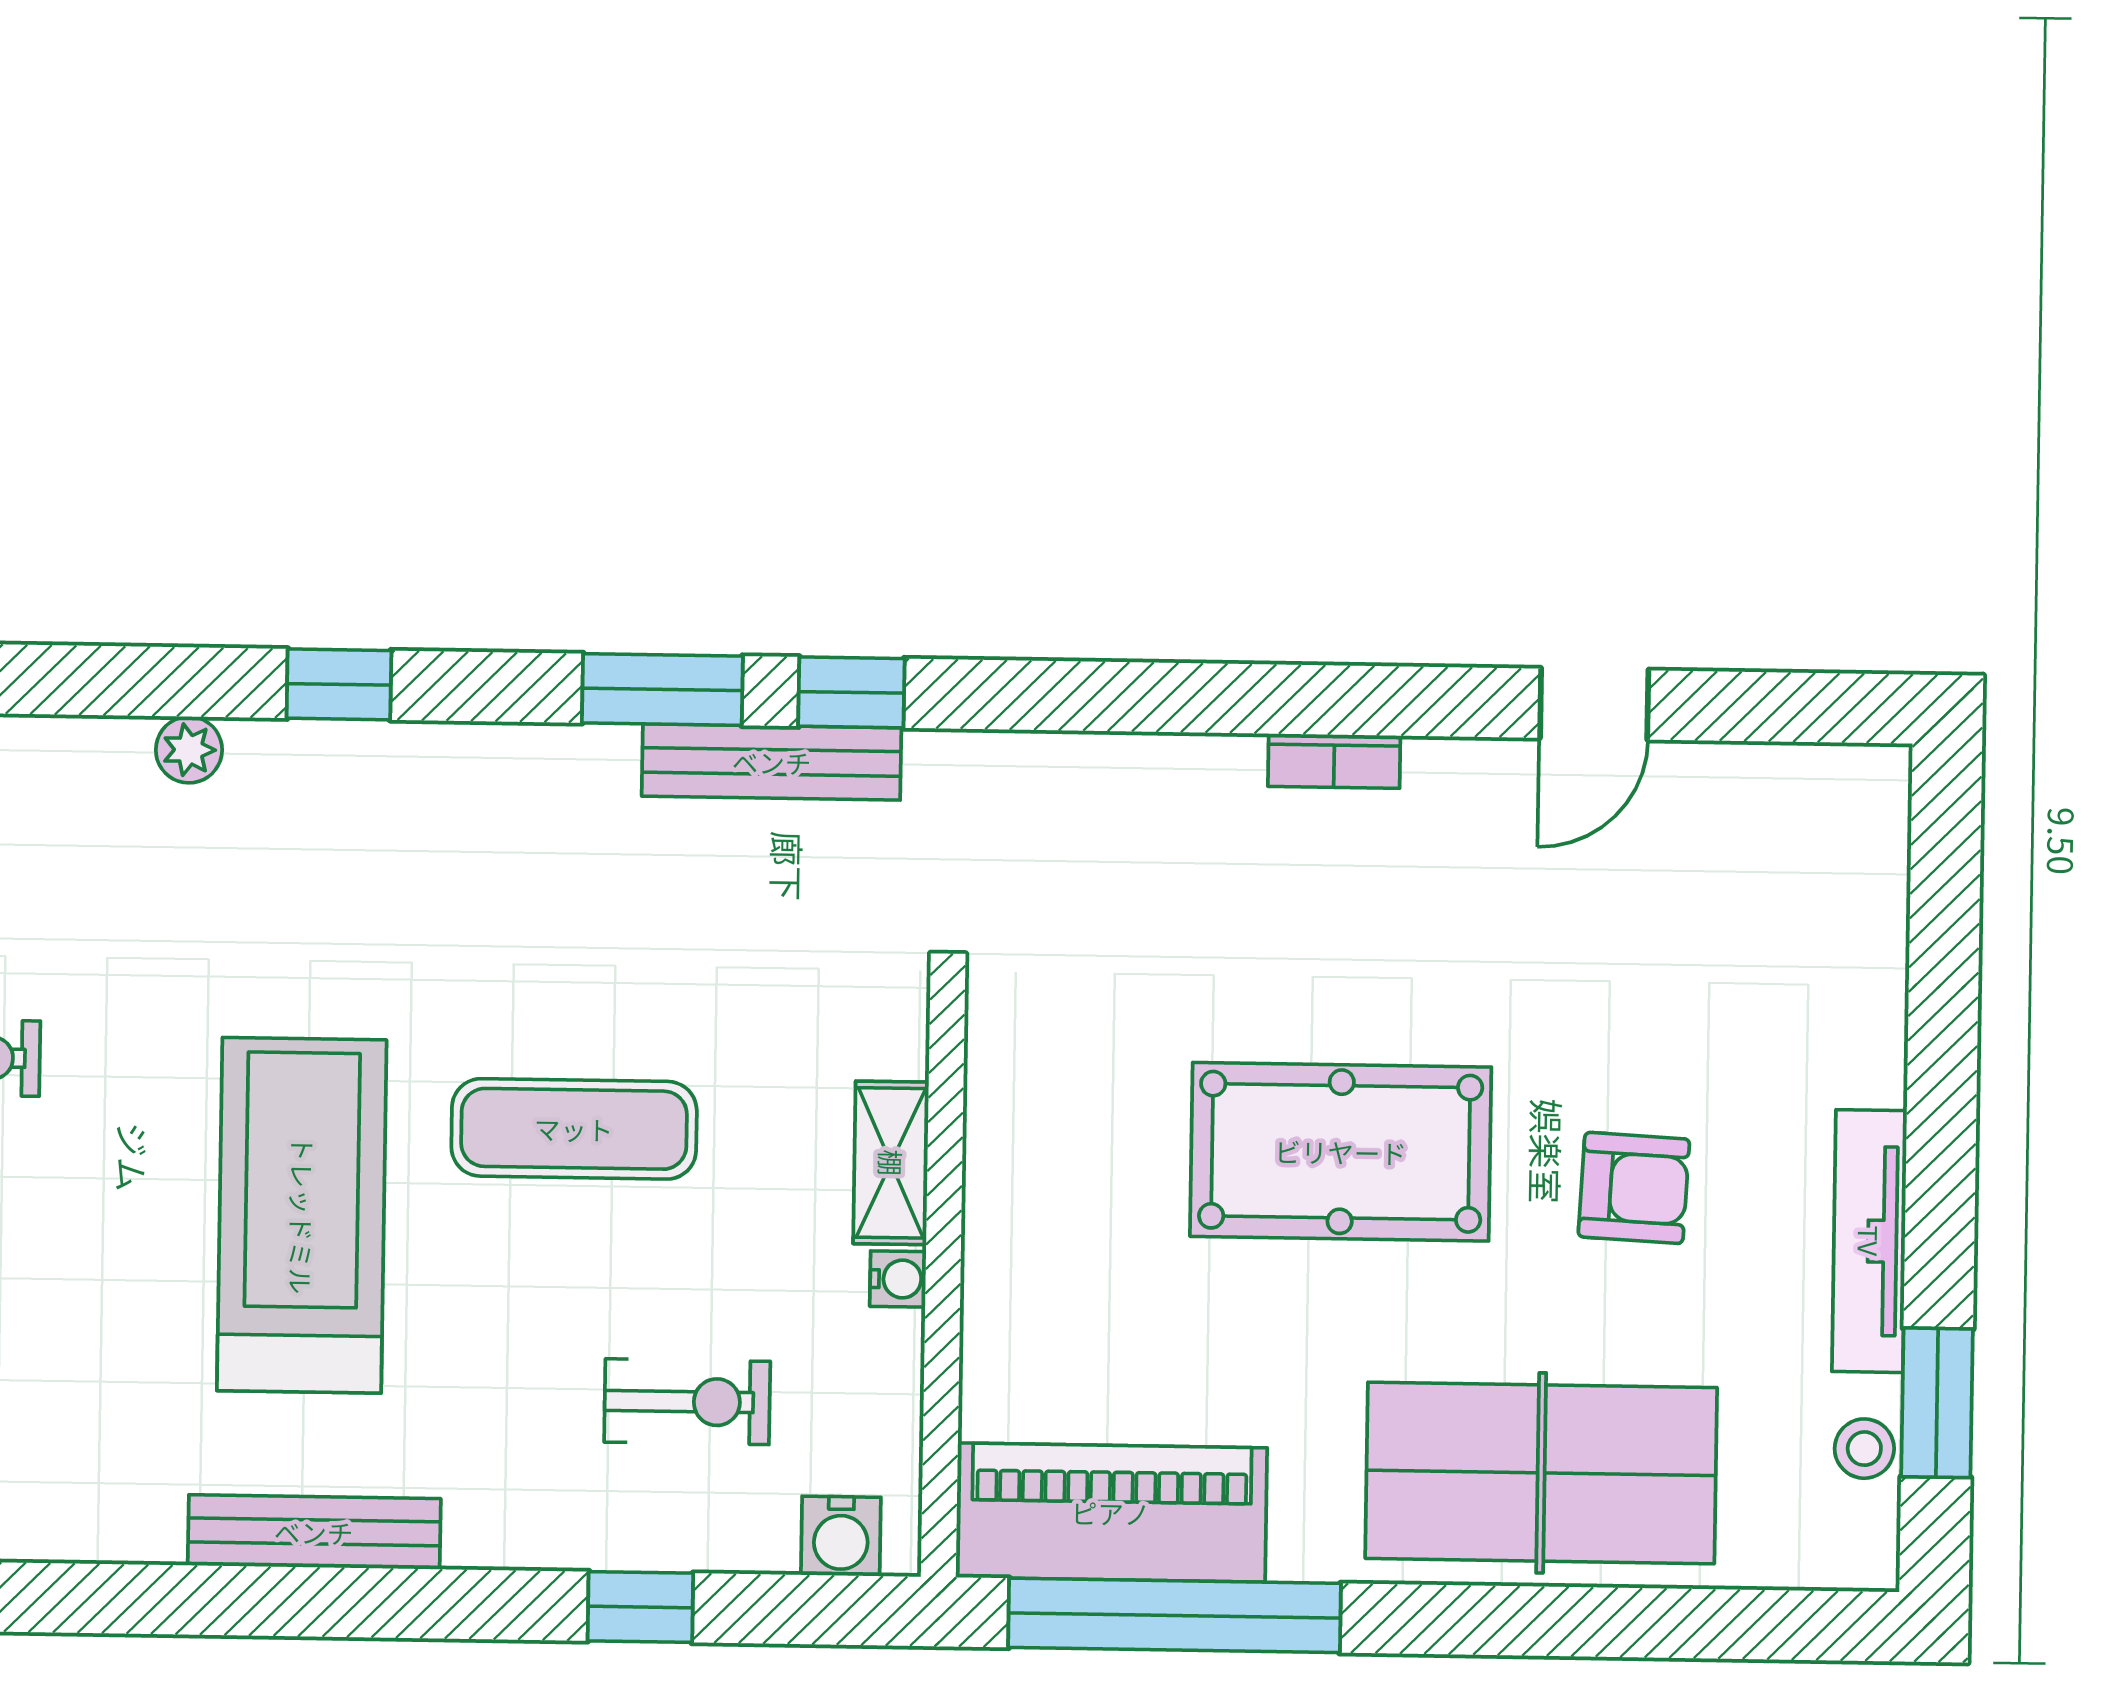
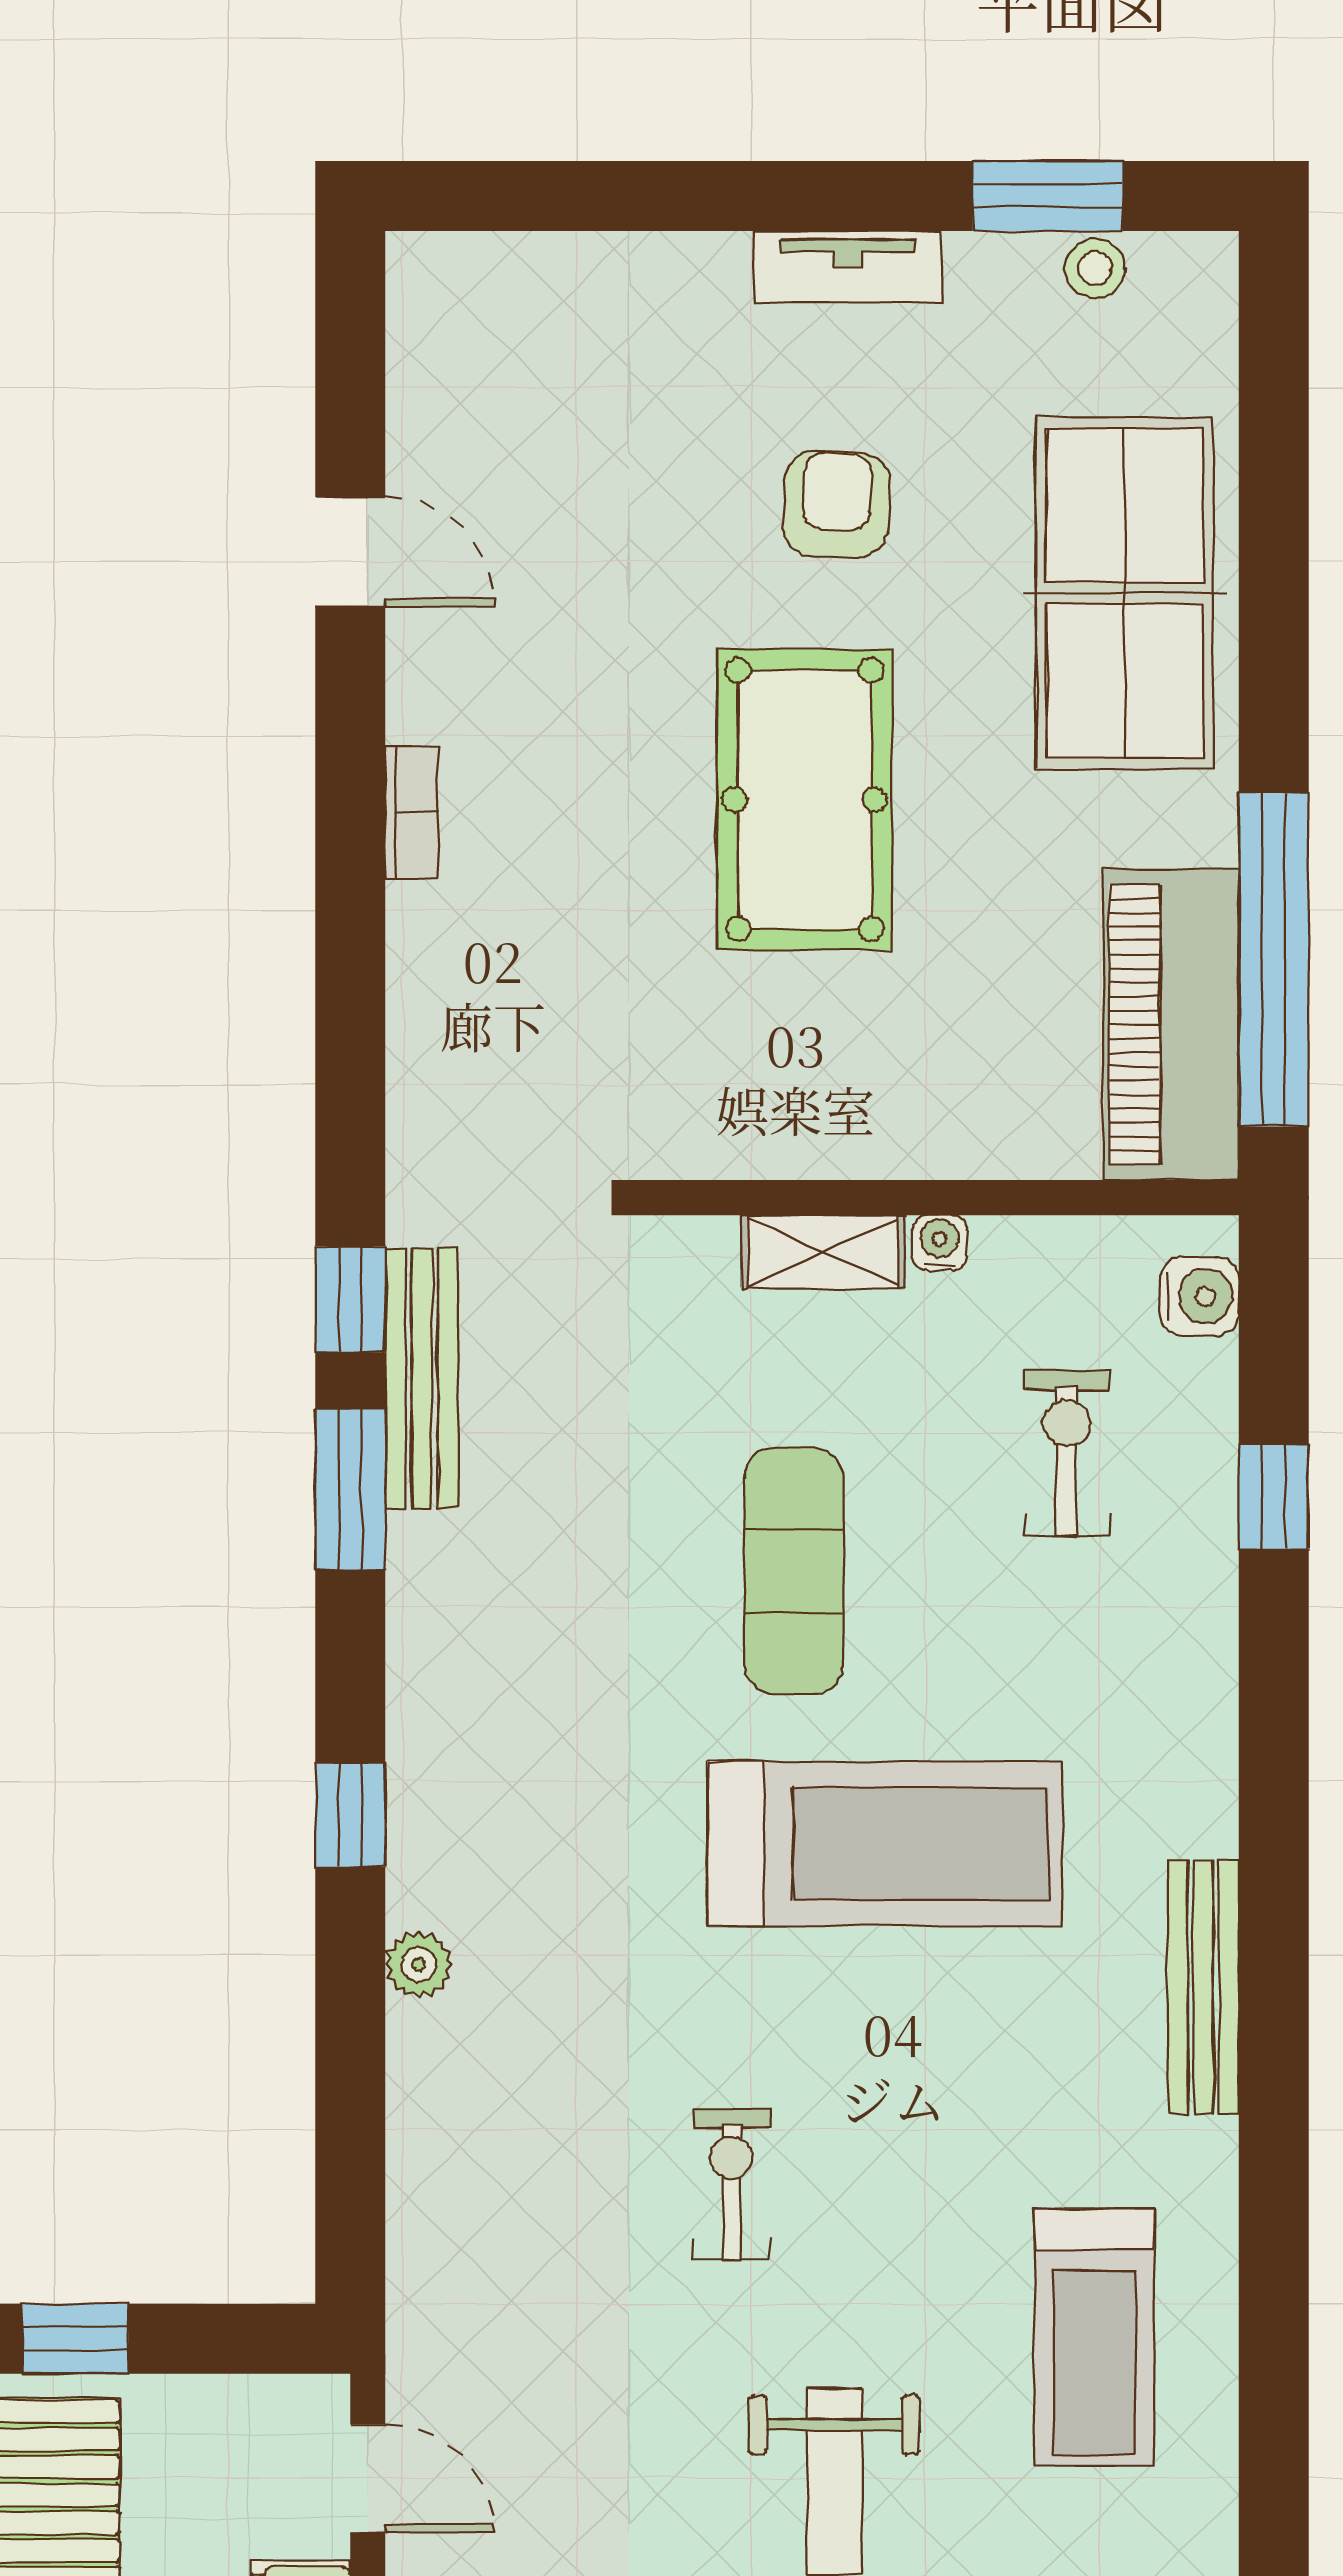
treadmill: (302, 1215) -> (885, 1844), turned 180
tv unit: (1869, 1241) -> (848, 266), width x0.71
bench: (314, 1532) -> (1203, 1987), moved

